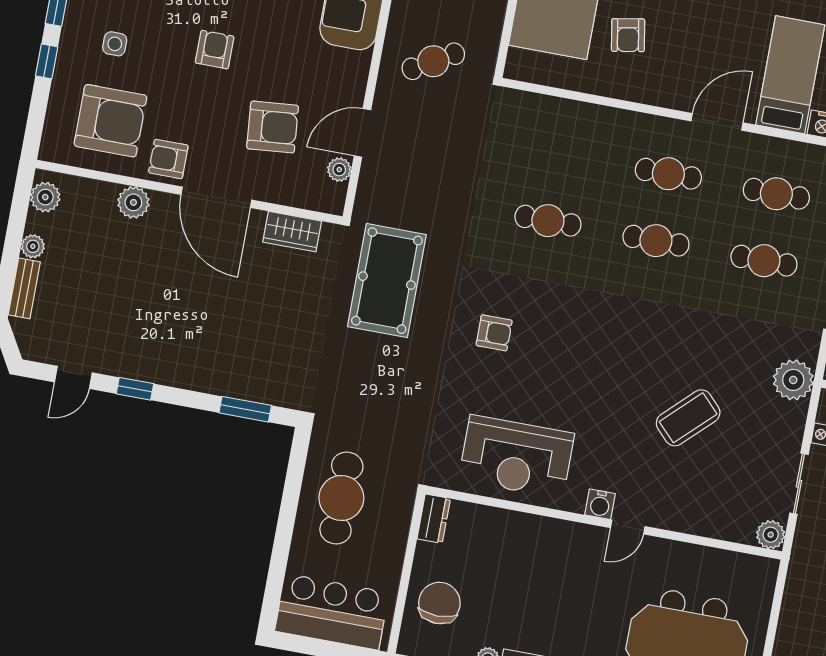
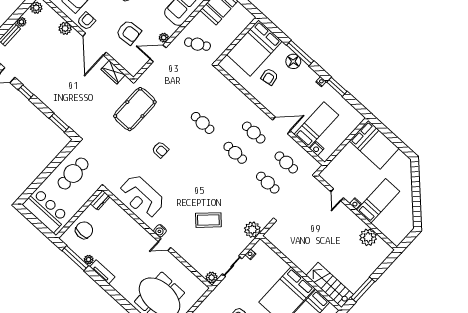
armchair: (168, 159) -> (86, 21), turned 90
plant: (339, 170) -> (164, 38), moved

